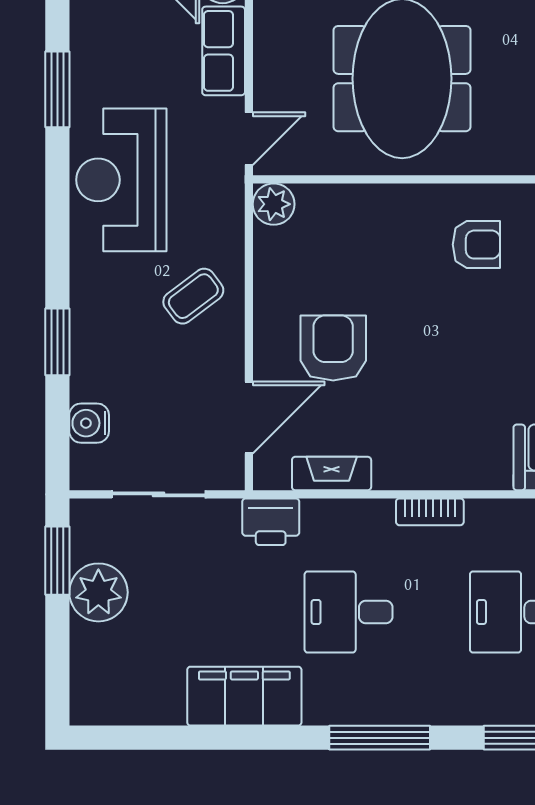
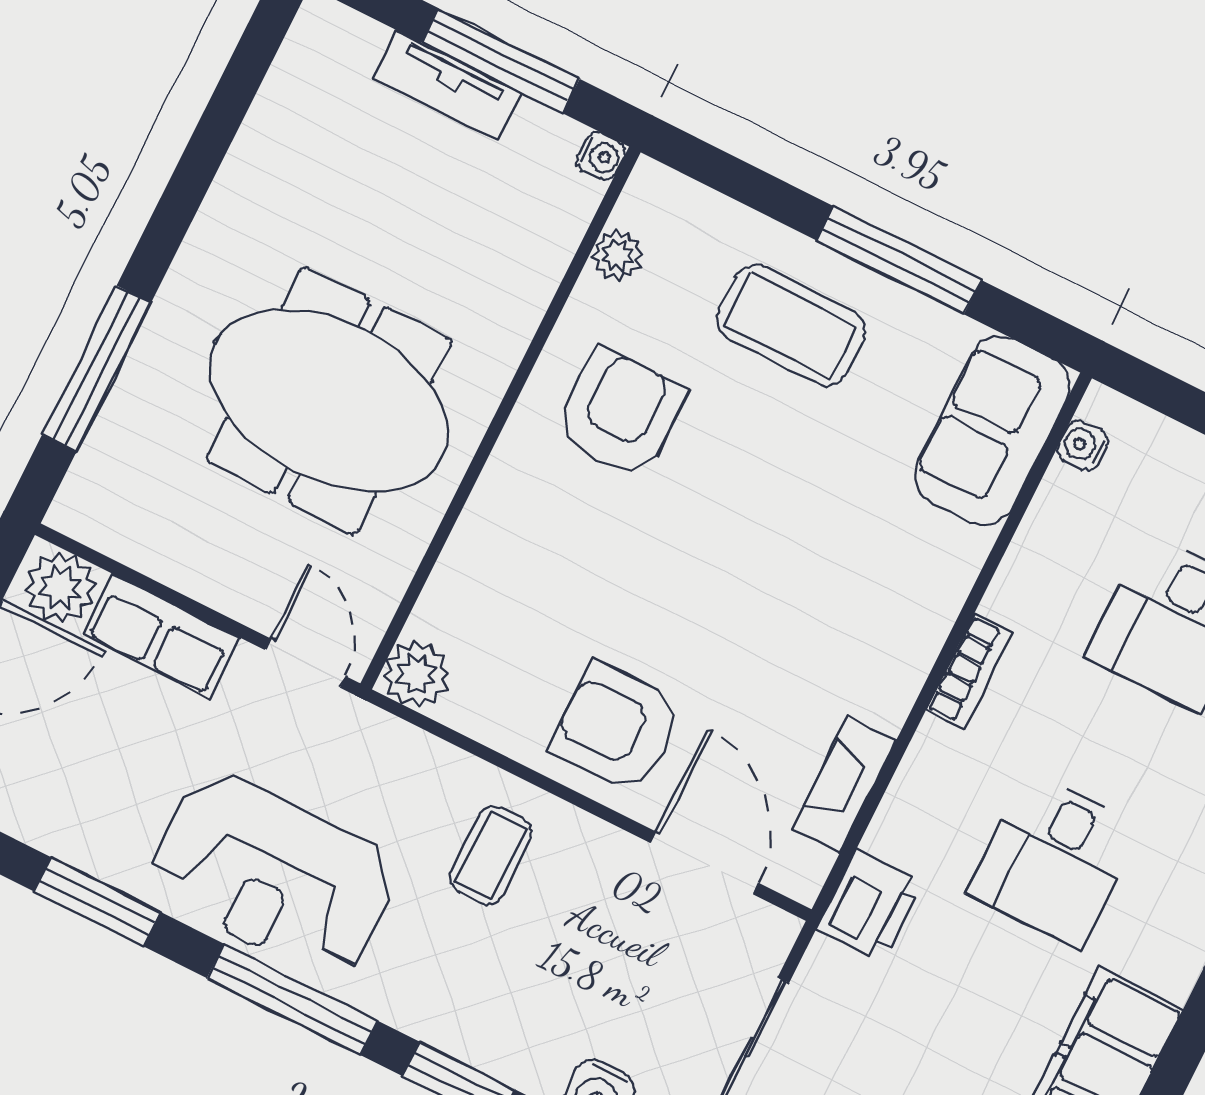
window: (57, 226) -> (292, 999), added
armchair: (476, 245) -> (620, 413), width x1.38, depth x1.38
coffee table: (193, 296) -> (491, 855), turned 37
armchair: (333, 348) -> (617, 728), moved

